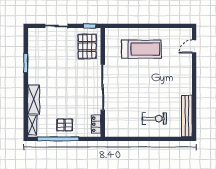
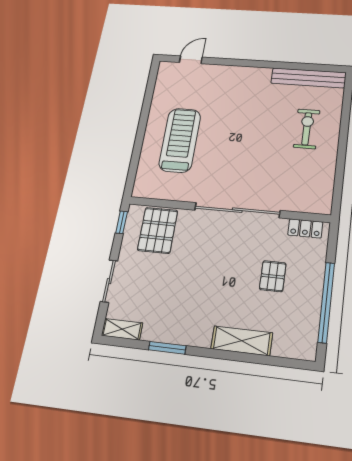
pallet: (87, 46) -> (158, 230), turned 90
door: (194, 47) -> (191, 60), swing flipped
shelving: (32, 125) -> (122, 329), moved
pallet: (65, 125) -> (273, 276), moved

